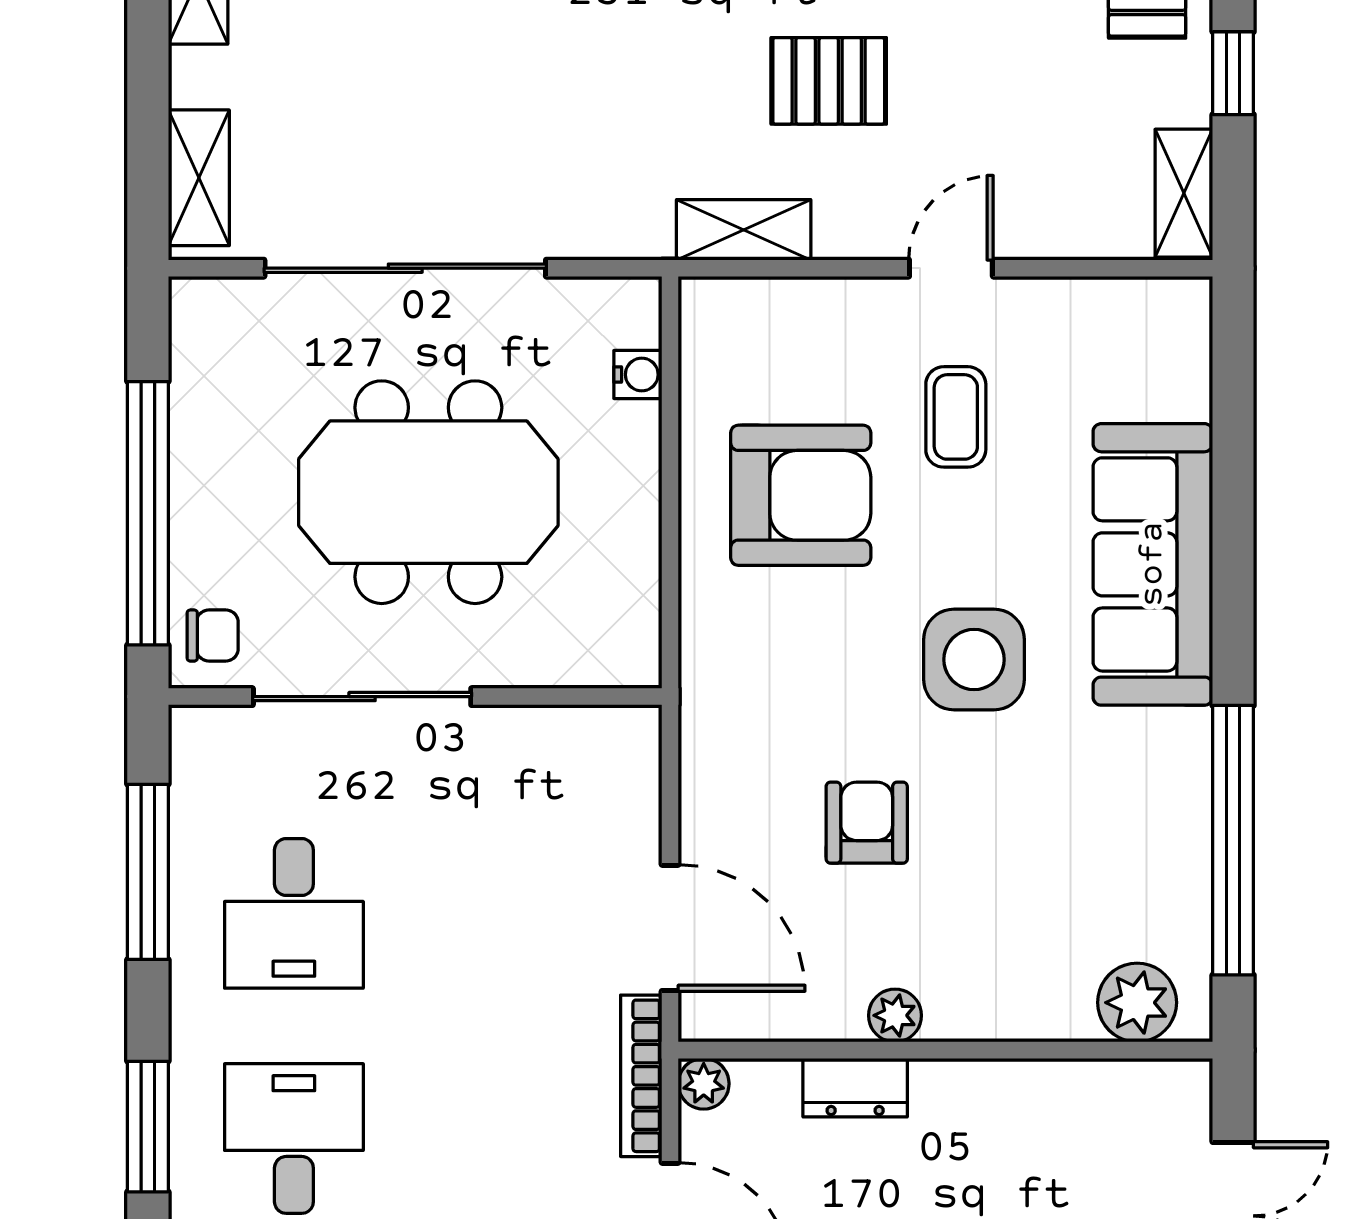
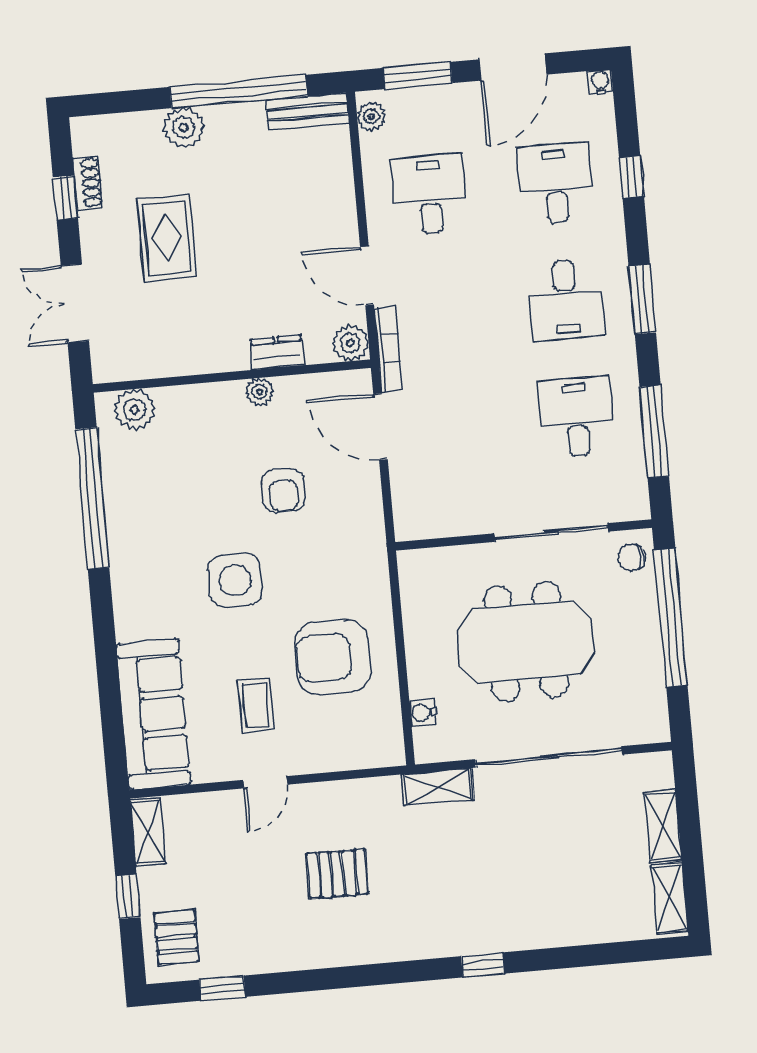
shelving: (199, 178) -> (663, 826), moved
shelving: (744, 230) -> (438, 787), moved
sofa: (1153, 564) -> (153, 714), moved
plant: (704, 1084) -> (350, 343), width x1.38, depth x1.38

